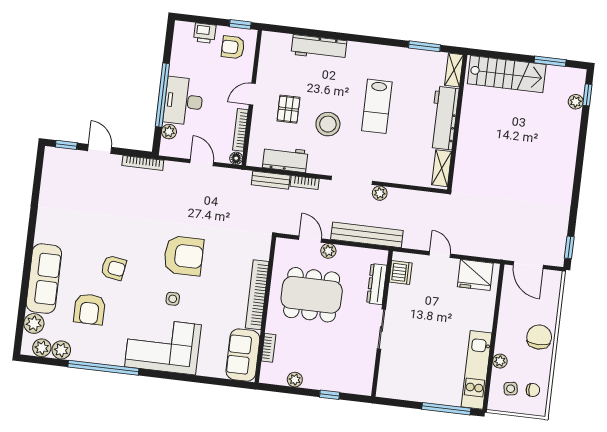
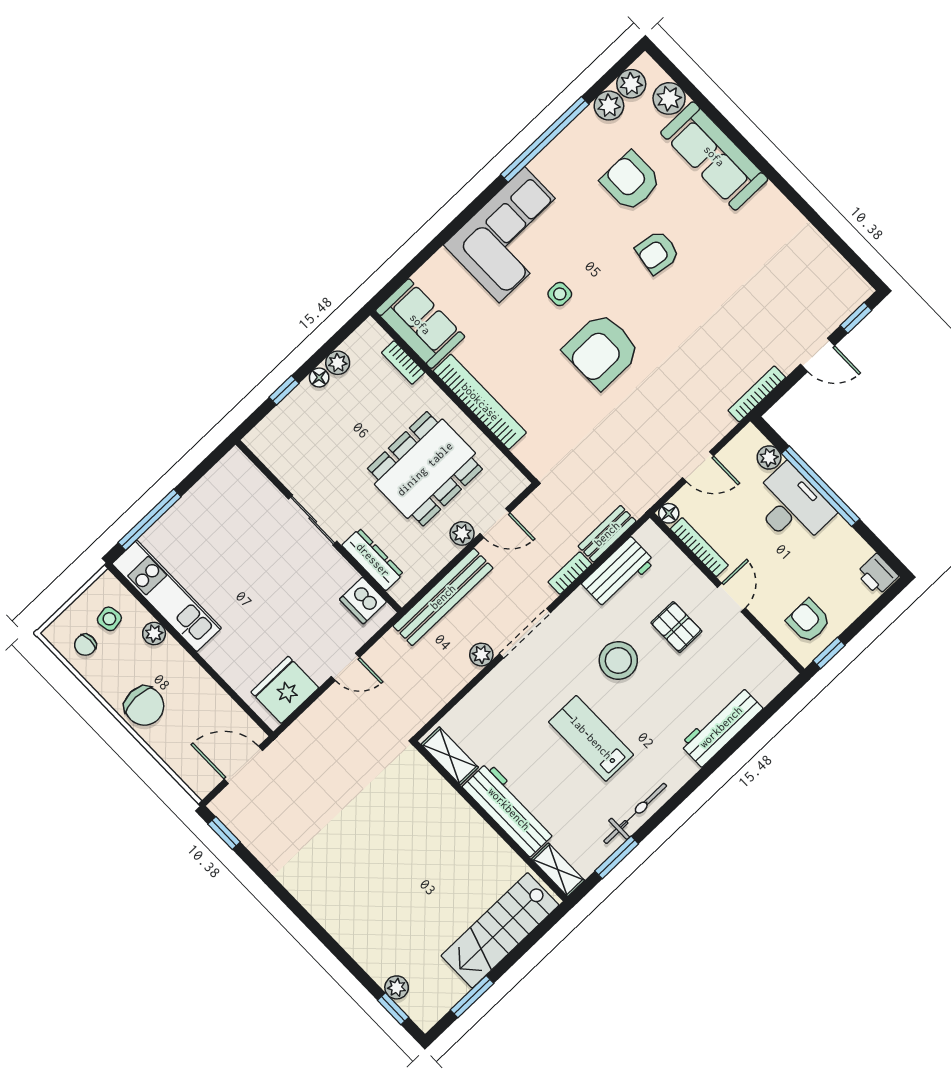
printer: (205, 33) -> (877, 575), moved, turned -90
armchair: (233, 47) -> (808, 621), turned -90
bicycle: (396, 55) -> (635, 813), added
floor lamp: (309, 383) -> (319, 378), added

